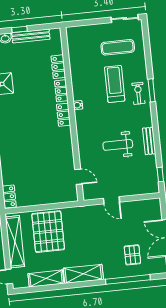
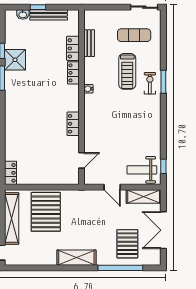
treadmill: (115, 84) -> (127, 71), turned 180
locker: (63, 115) -> (73, 124), moved
bench: (149, 141) -> (89, 43), moved
weight bench: (118, 145) -> (142, 170), moved
door: (78, 177) -> (81, 160), hinge flipped
pallet: (132, 255) -> (127, 244), width x1.50, depth x1.42
shelving: (46, 279) -> (144, 197), moved

